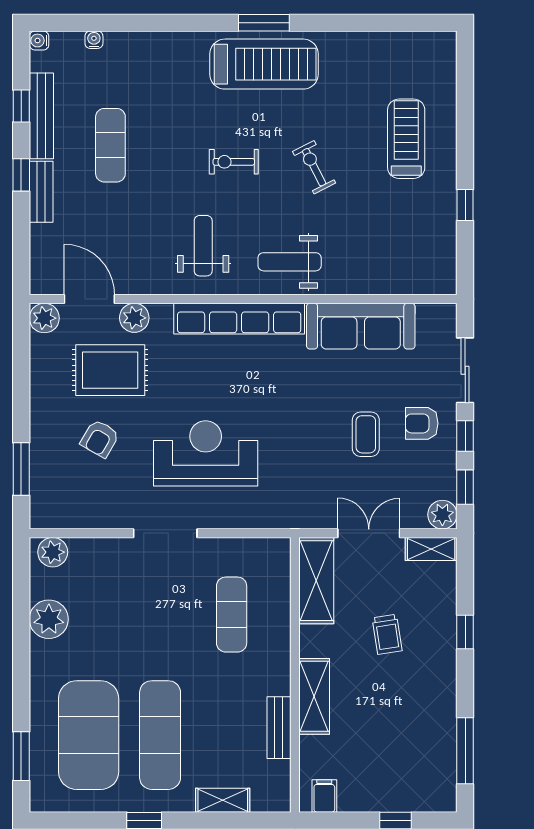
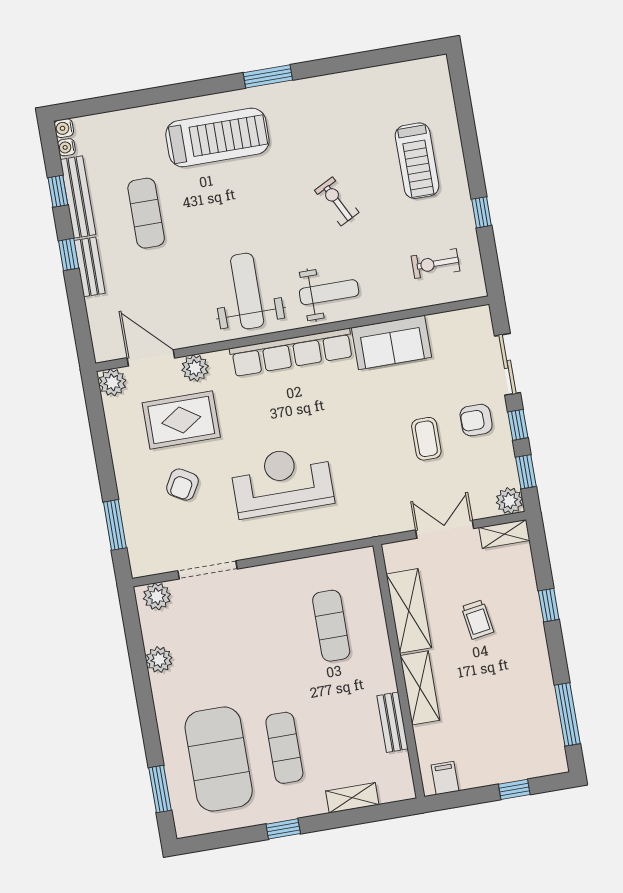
water cooler: (94, 40) -> (66, 147), moved, turned -90
treadmill: (264, 64) -> (217, 137), moved
treadmill: (406, 139) -> (417, 161), turned 180
exercise bike: (234, 162) -> (436, 263), moved
weight bench: (203, 246) -> (247, 291), width x1.36, depth x1.33
weight bench: (290, 262) -> (329, 292), turned 180
sofa: (361, 326) -> (391, 342), width x0.73
doorway: (165, 533) -> (208, 570), moved
shelving: (316, 581) -> (409, 611), moved
plant: (49, 619) -> (159, 660), width x0.73, depth x0.73
exercise mat: (160, 735) -> (284, 748), width x0.73, depth x0.69

